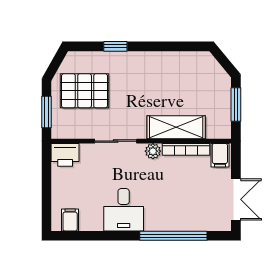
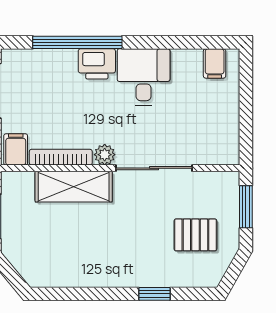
pallet: (85, 91) -> (195, 235), width x0.67, depth x0.71
sliding door: (116, 141) -> (154, 168), width x1.37
printer: (65, 155) -> (97, 64), moved, turned 180

